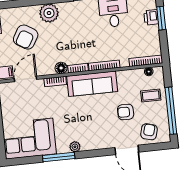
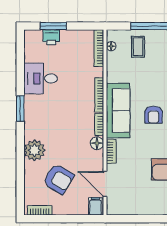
armchair: (126, 112) -> (153, 115), moved

